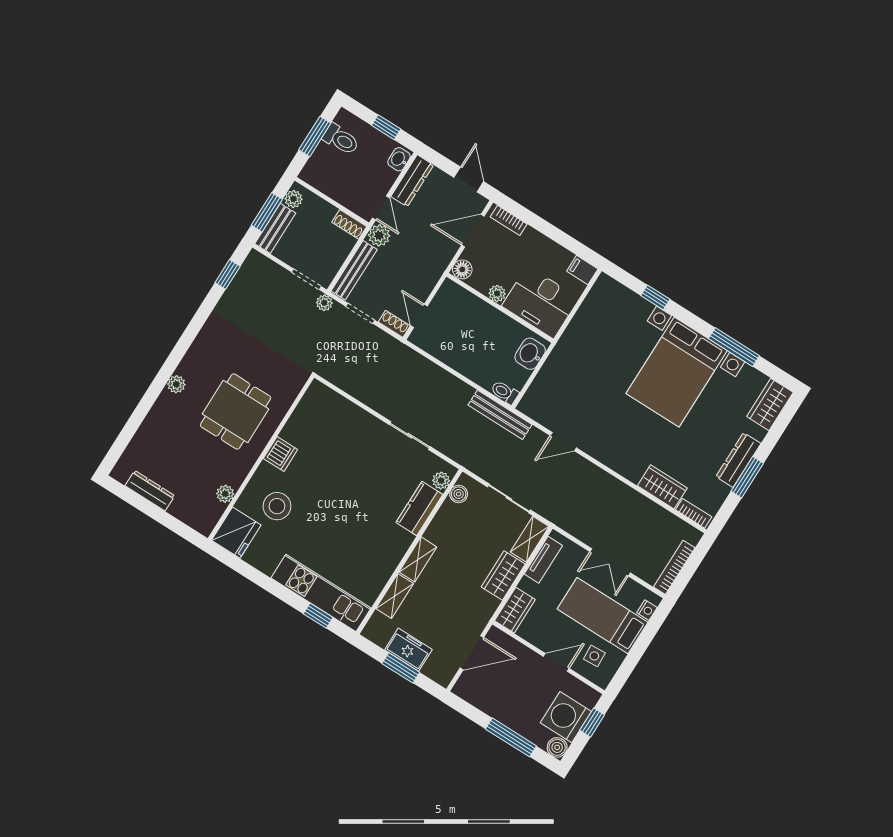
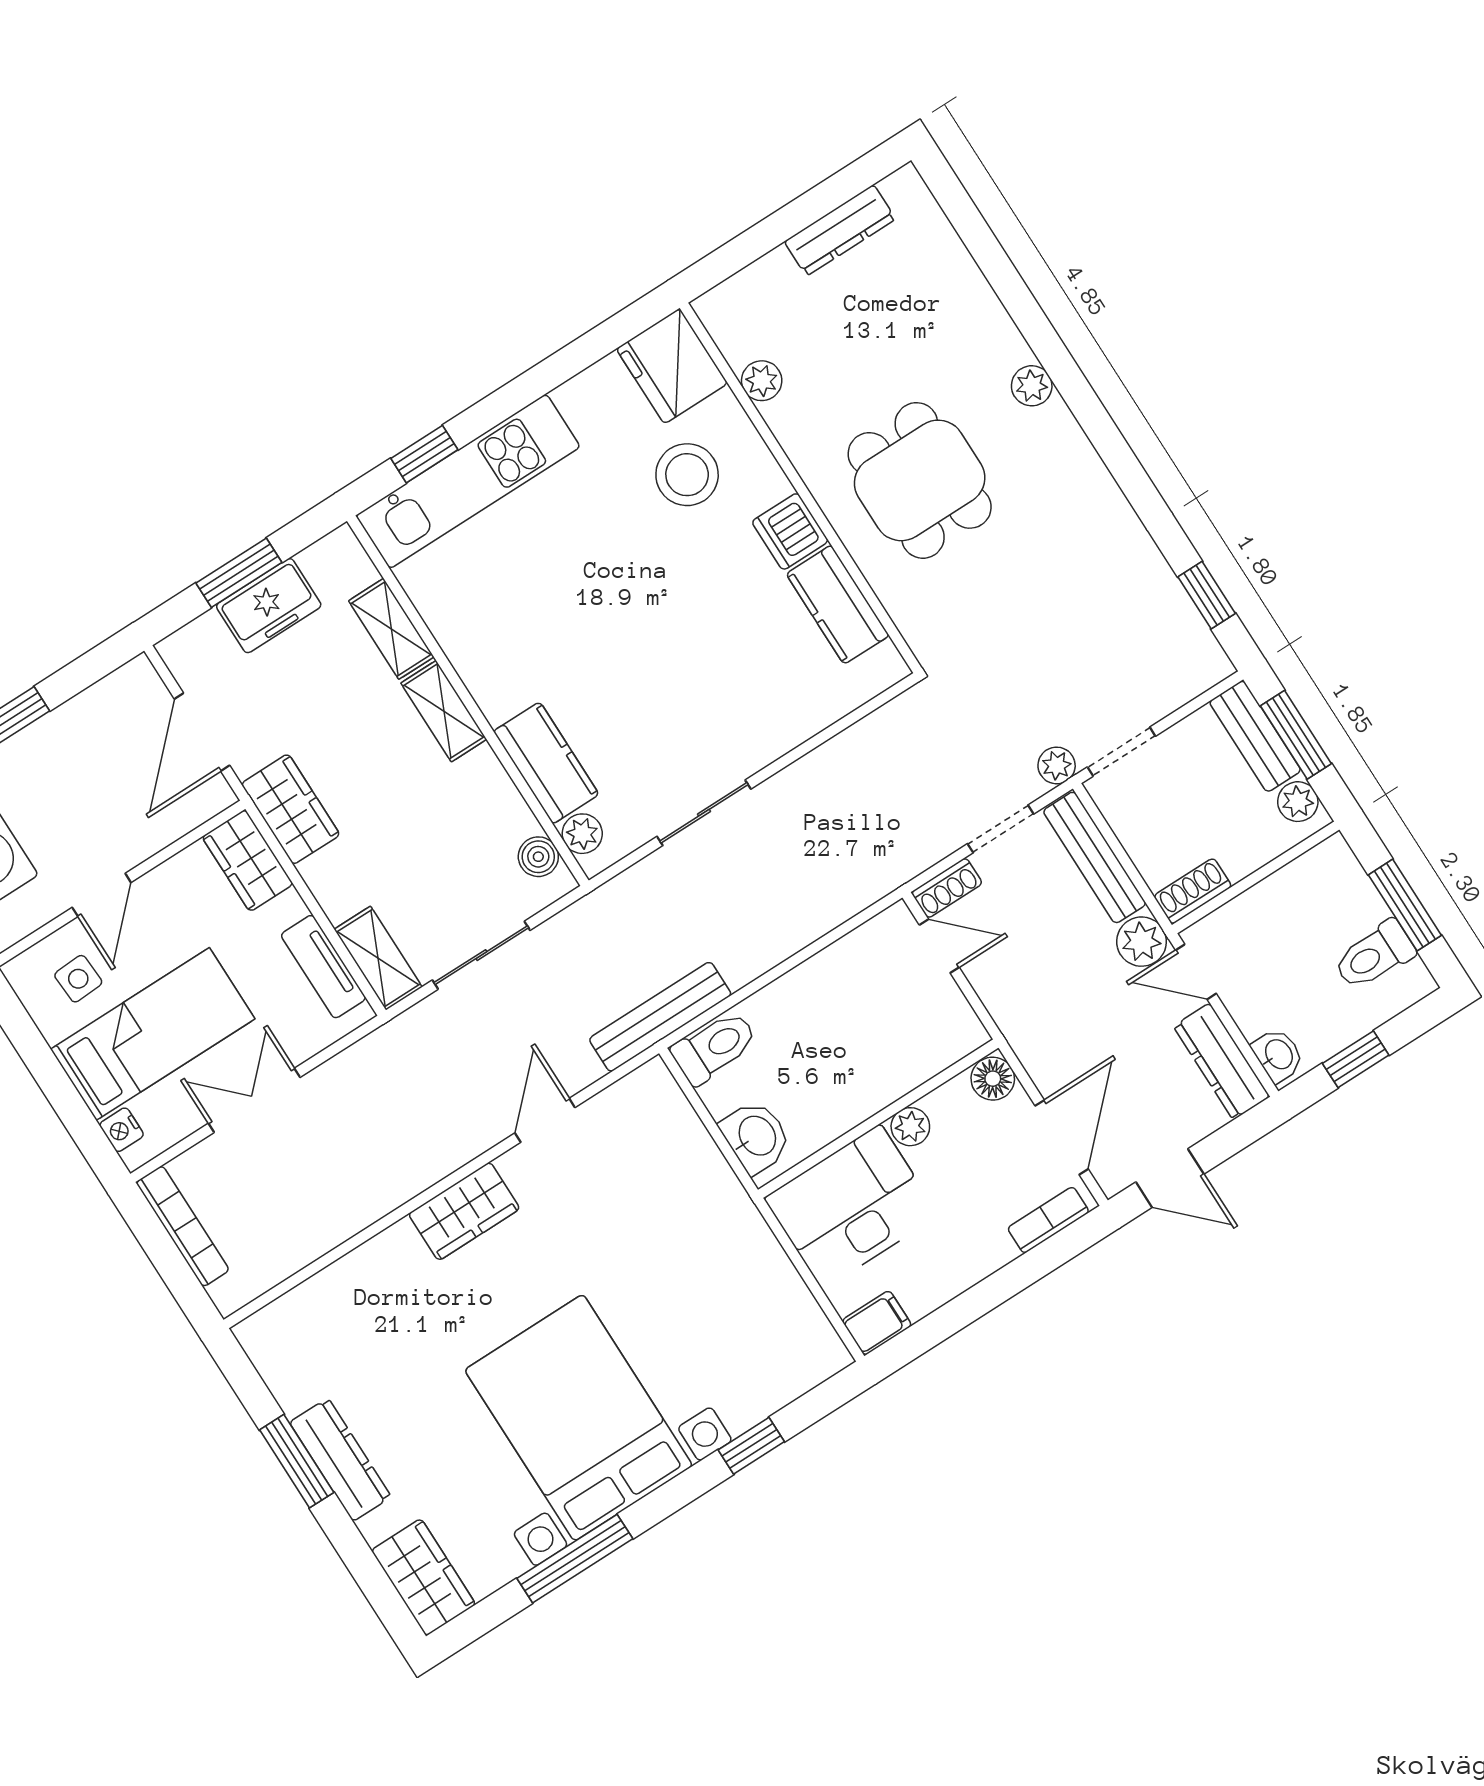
toilet: (505, 392) -> (715, 1047), width x1.37, depth x1.39
kitchen counter: (301, 421) -> (838, 605), added
wardrobe: (662, 487) -> (464, 1211), moved
bookcase: (694, 513) -> (274, 1317), removed
wardrobe: (503, 575) -> (291, 809), moved

